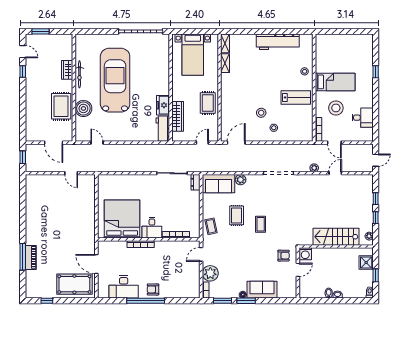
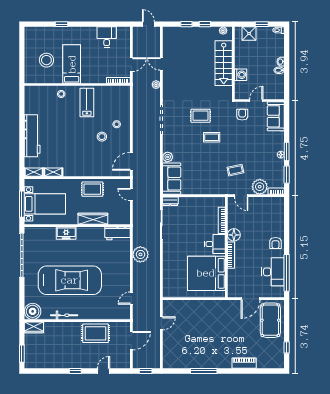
window: (193, 31) -> (22, 204), added
workbench: (278, 42) -> (32, 136), moved
door: (23, 52) -> (103, 371), moved
wardrobe: (67, 70) -> (34, 327), moved
window: (23, 71) -> (75, 371), moved
car: (115, 80) -> (70, 280), turned 180
freezer: (163, 105) -> (66, 233), moved
boiler: (83, 108) -> (33, 311), moved
stool: (336, 108) -> (46, 60), moved
wardrobe: (178, 116) -> (93, 219), moved
door: (236, 143) -> (131, 161), hinge flipped
plant: (141, 152) -> (140, 254), added
rug: (237, 215) -> (200, 116), moved
coffee table: (211, 226) -> (235, 170), moved
floor lamp: (161, 247) -> (234, 235), added
washing machine: (305, 254) -> (241, 75), moved
window: (23, 257) -> (204, 371), moved
door: (298, 270) -> (256, 101), hinge flipped
sofa: (262, 290) -> (276, 116), moved
window: (146, 301) -> (287, 273), moved

